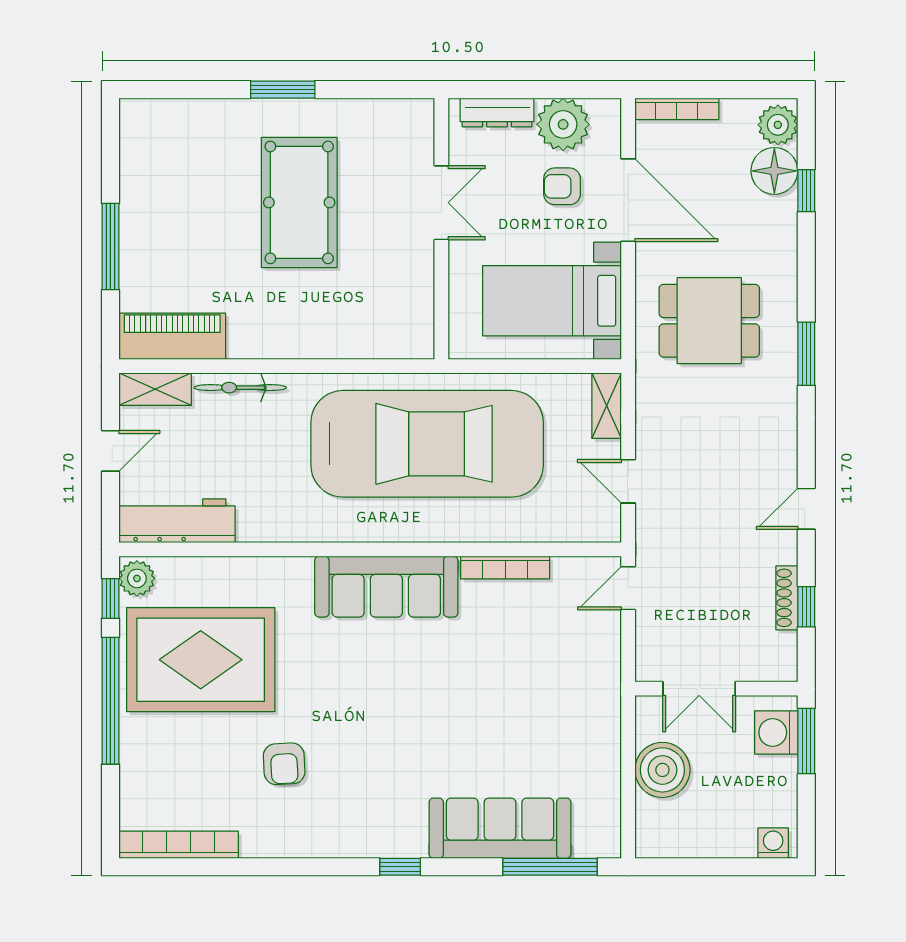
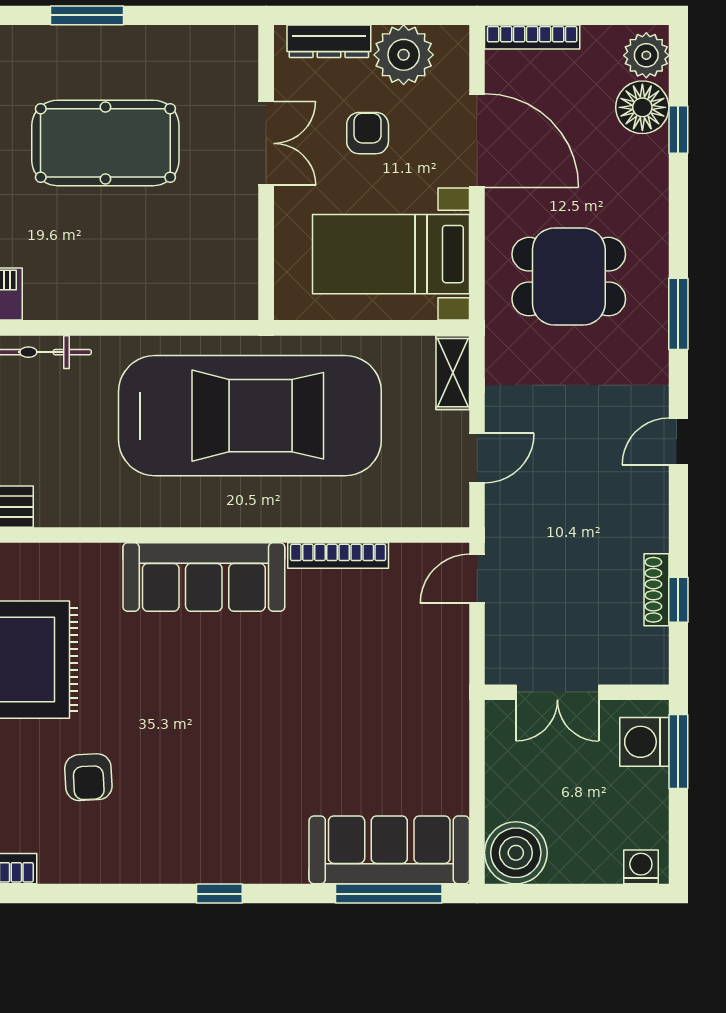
armchair: (562, 186) -> (368, 133), moved, turned 90
pool table: (299, 202) -> (105, 143), turned 90
door: (628, 481) -> (477, 458), swing flipped
door: (806, 509) -> (678, 441), moved
boiler: (662, 770) -> (516, 853), moved
sofa: (500, 828) -> (389, 850), moved

